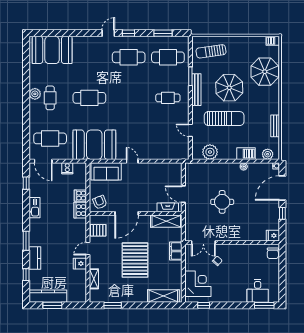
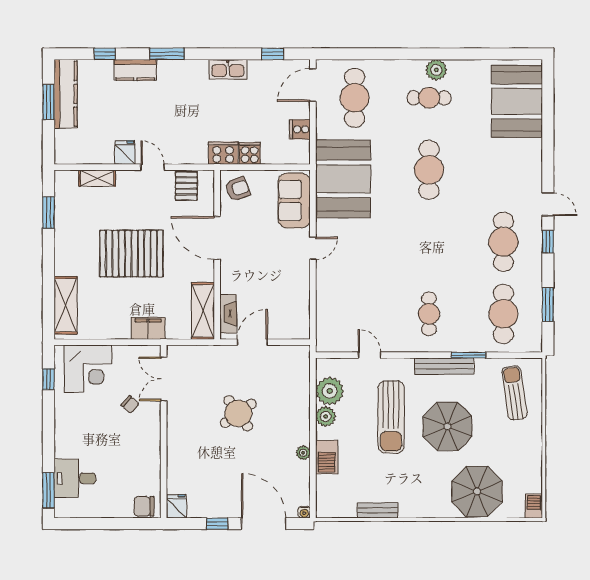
door: (190, 130) -> (370, 355), hinge flipped
plant: (268, 154) -> (326, 416), moved
round table: (222, 202) -> (238, 413), turned -36

